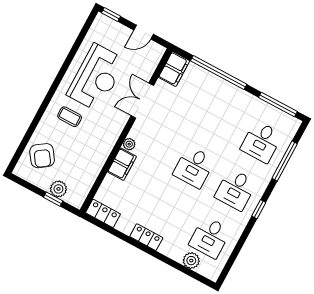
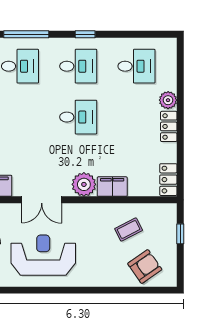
coffee table: (70, 117) -> (129, 229), moved, turned 63
plant: (129, 144) -> (84, 184), width x1.88, depth x1.88
plant: (58, 189) -> (168, 234), removed
plant: (191, 261) -> (168, 100), moved

